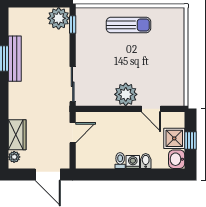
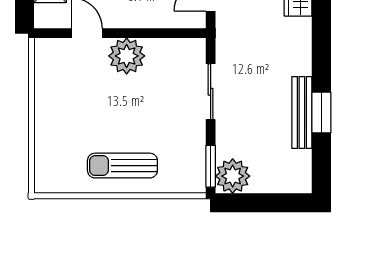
window: (73, 25) -> (211, 166), width x1.50
sliding door: (73, 84) -> (211, 92), moved

